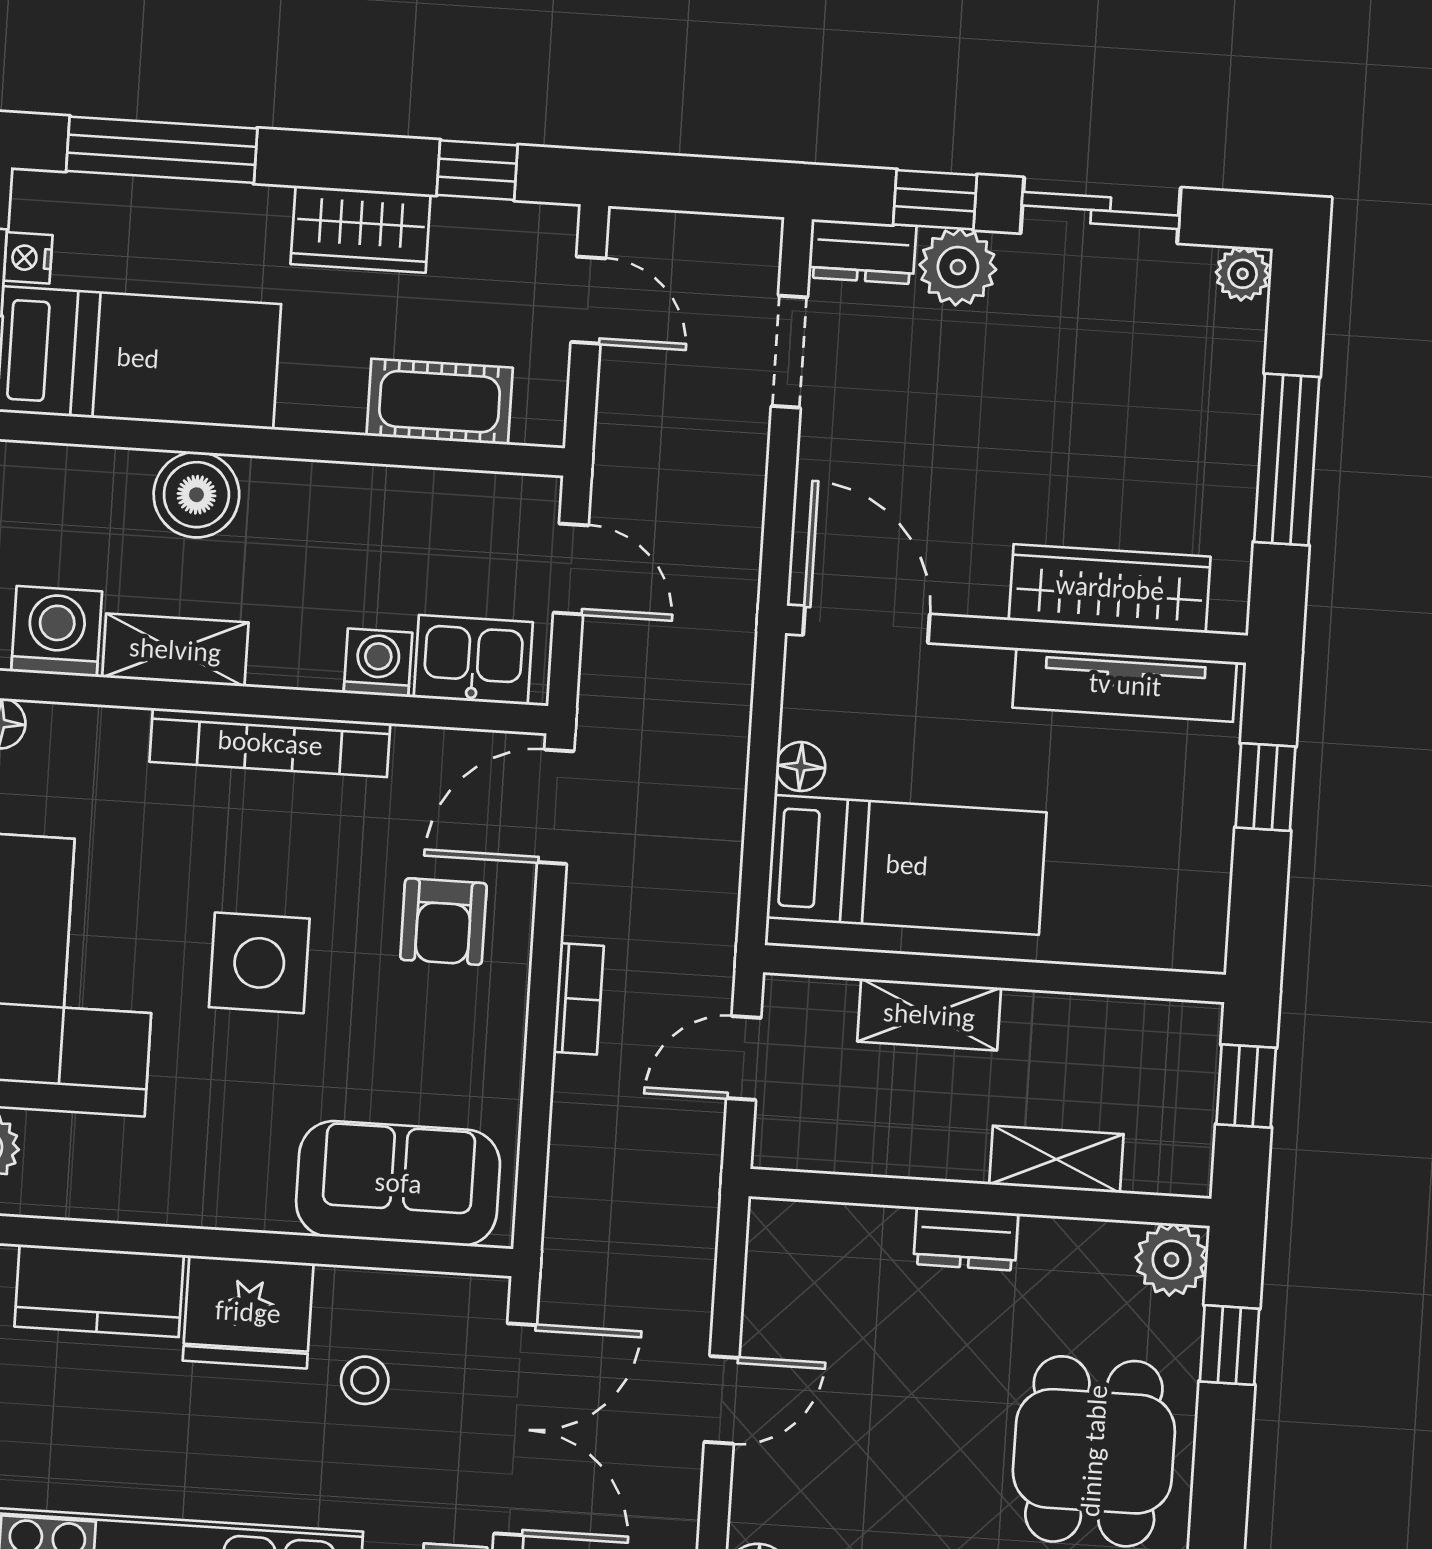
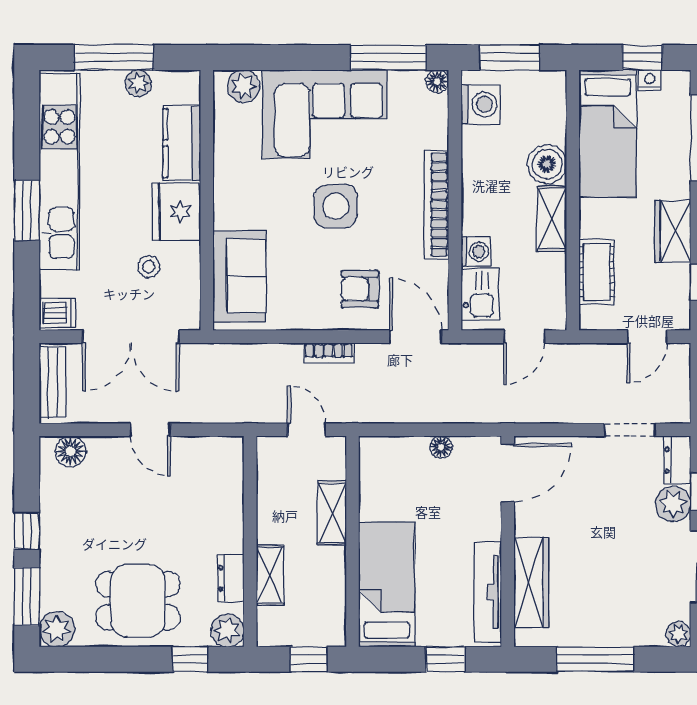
shelving: (175, 650) -> (552, 219), moved
bed: (907, 865) -> (387, 585), moved, turned 180
dresser: (966, 1239) -> (231, 578), moved

